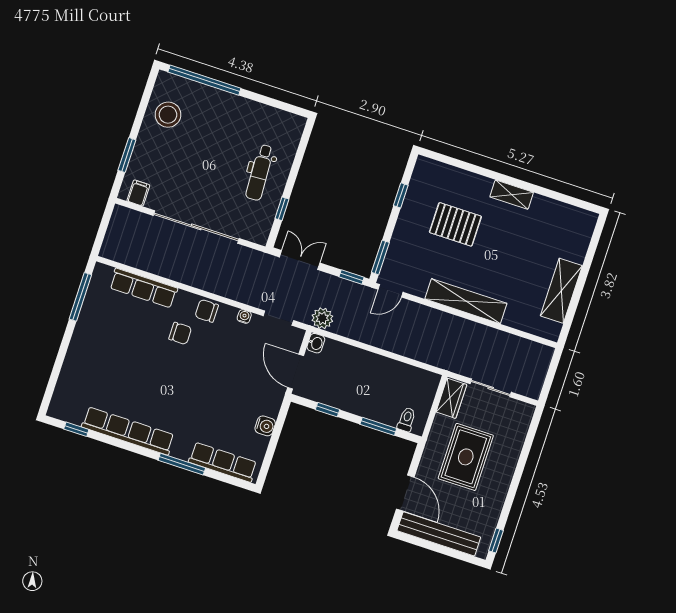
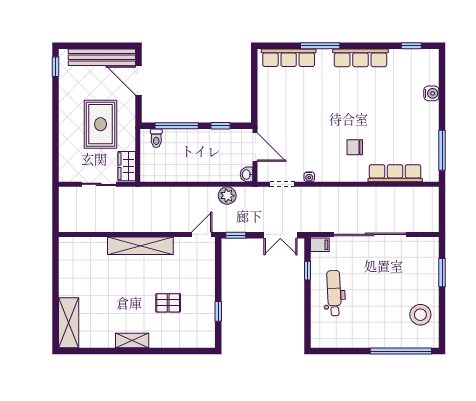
filing cabinet: (138, 193) -> (320, 245), moved, turned -90
pallet: (455, 224) -> (168, 303), width x0.67, depth x0.71
window: (380, 257) -> (218, 258), removed
shelving: (561, 291) -> (69, 323), moved
chair: (207, 311) -> (340, 172), removed
plant: (322, 318) -> (227, 196), moved
water cooler: (265, 426) -> (431, 93), moved, turned 180
window: (378, 426) -> (177, 126), width x1.44
row of seats: (128, 431) -> (360, 58), width x0.73

